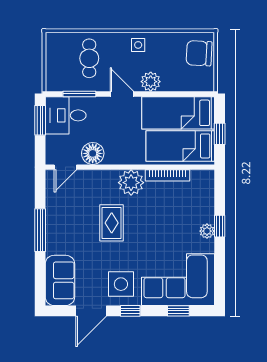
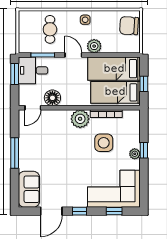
rug: (112, 223) -> (66, 148), removed
side table: (121, 284) -> (104, 143), moved

